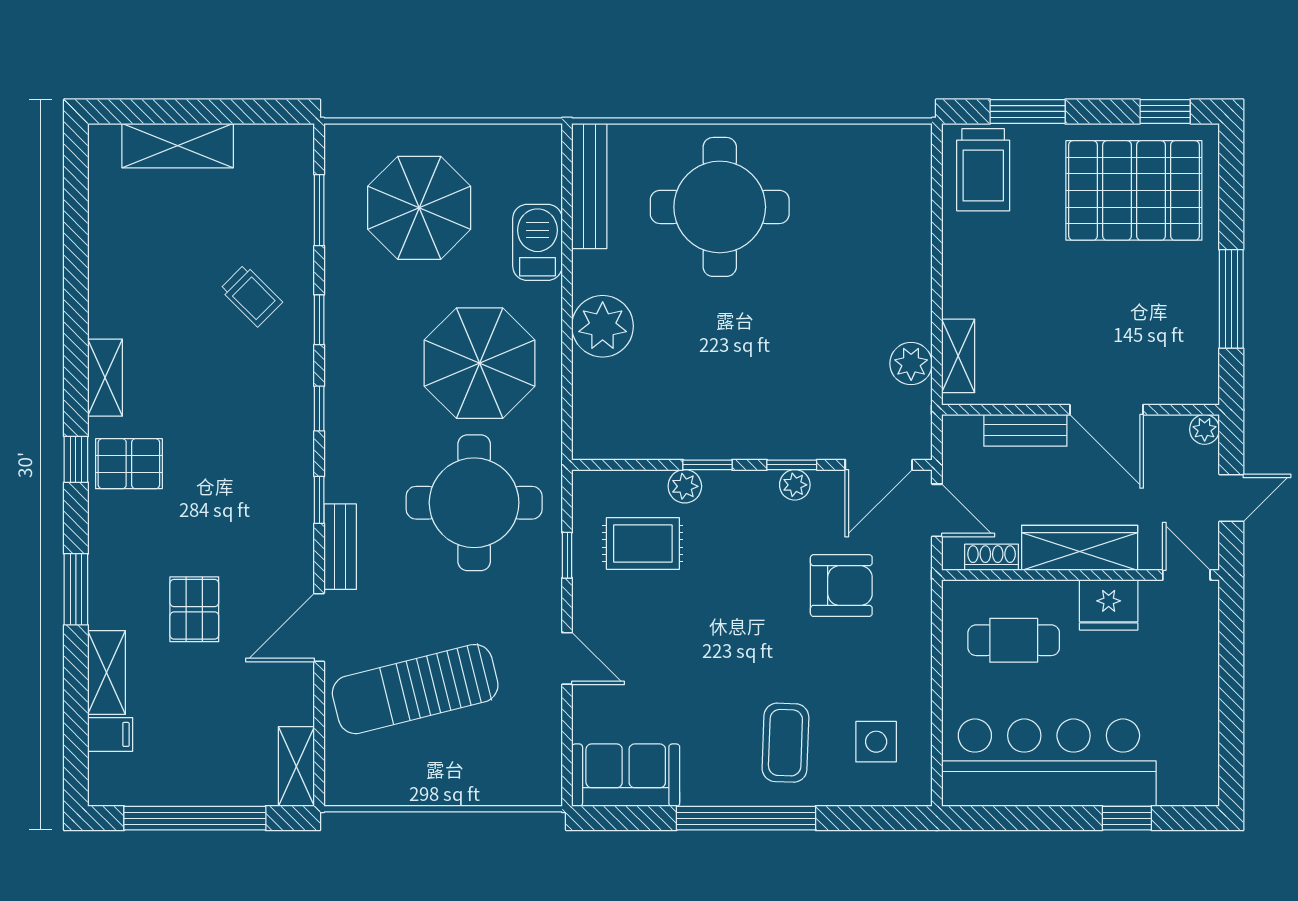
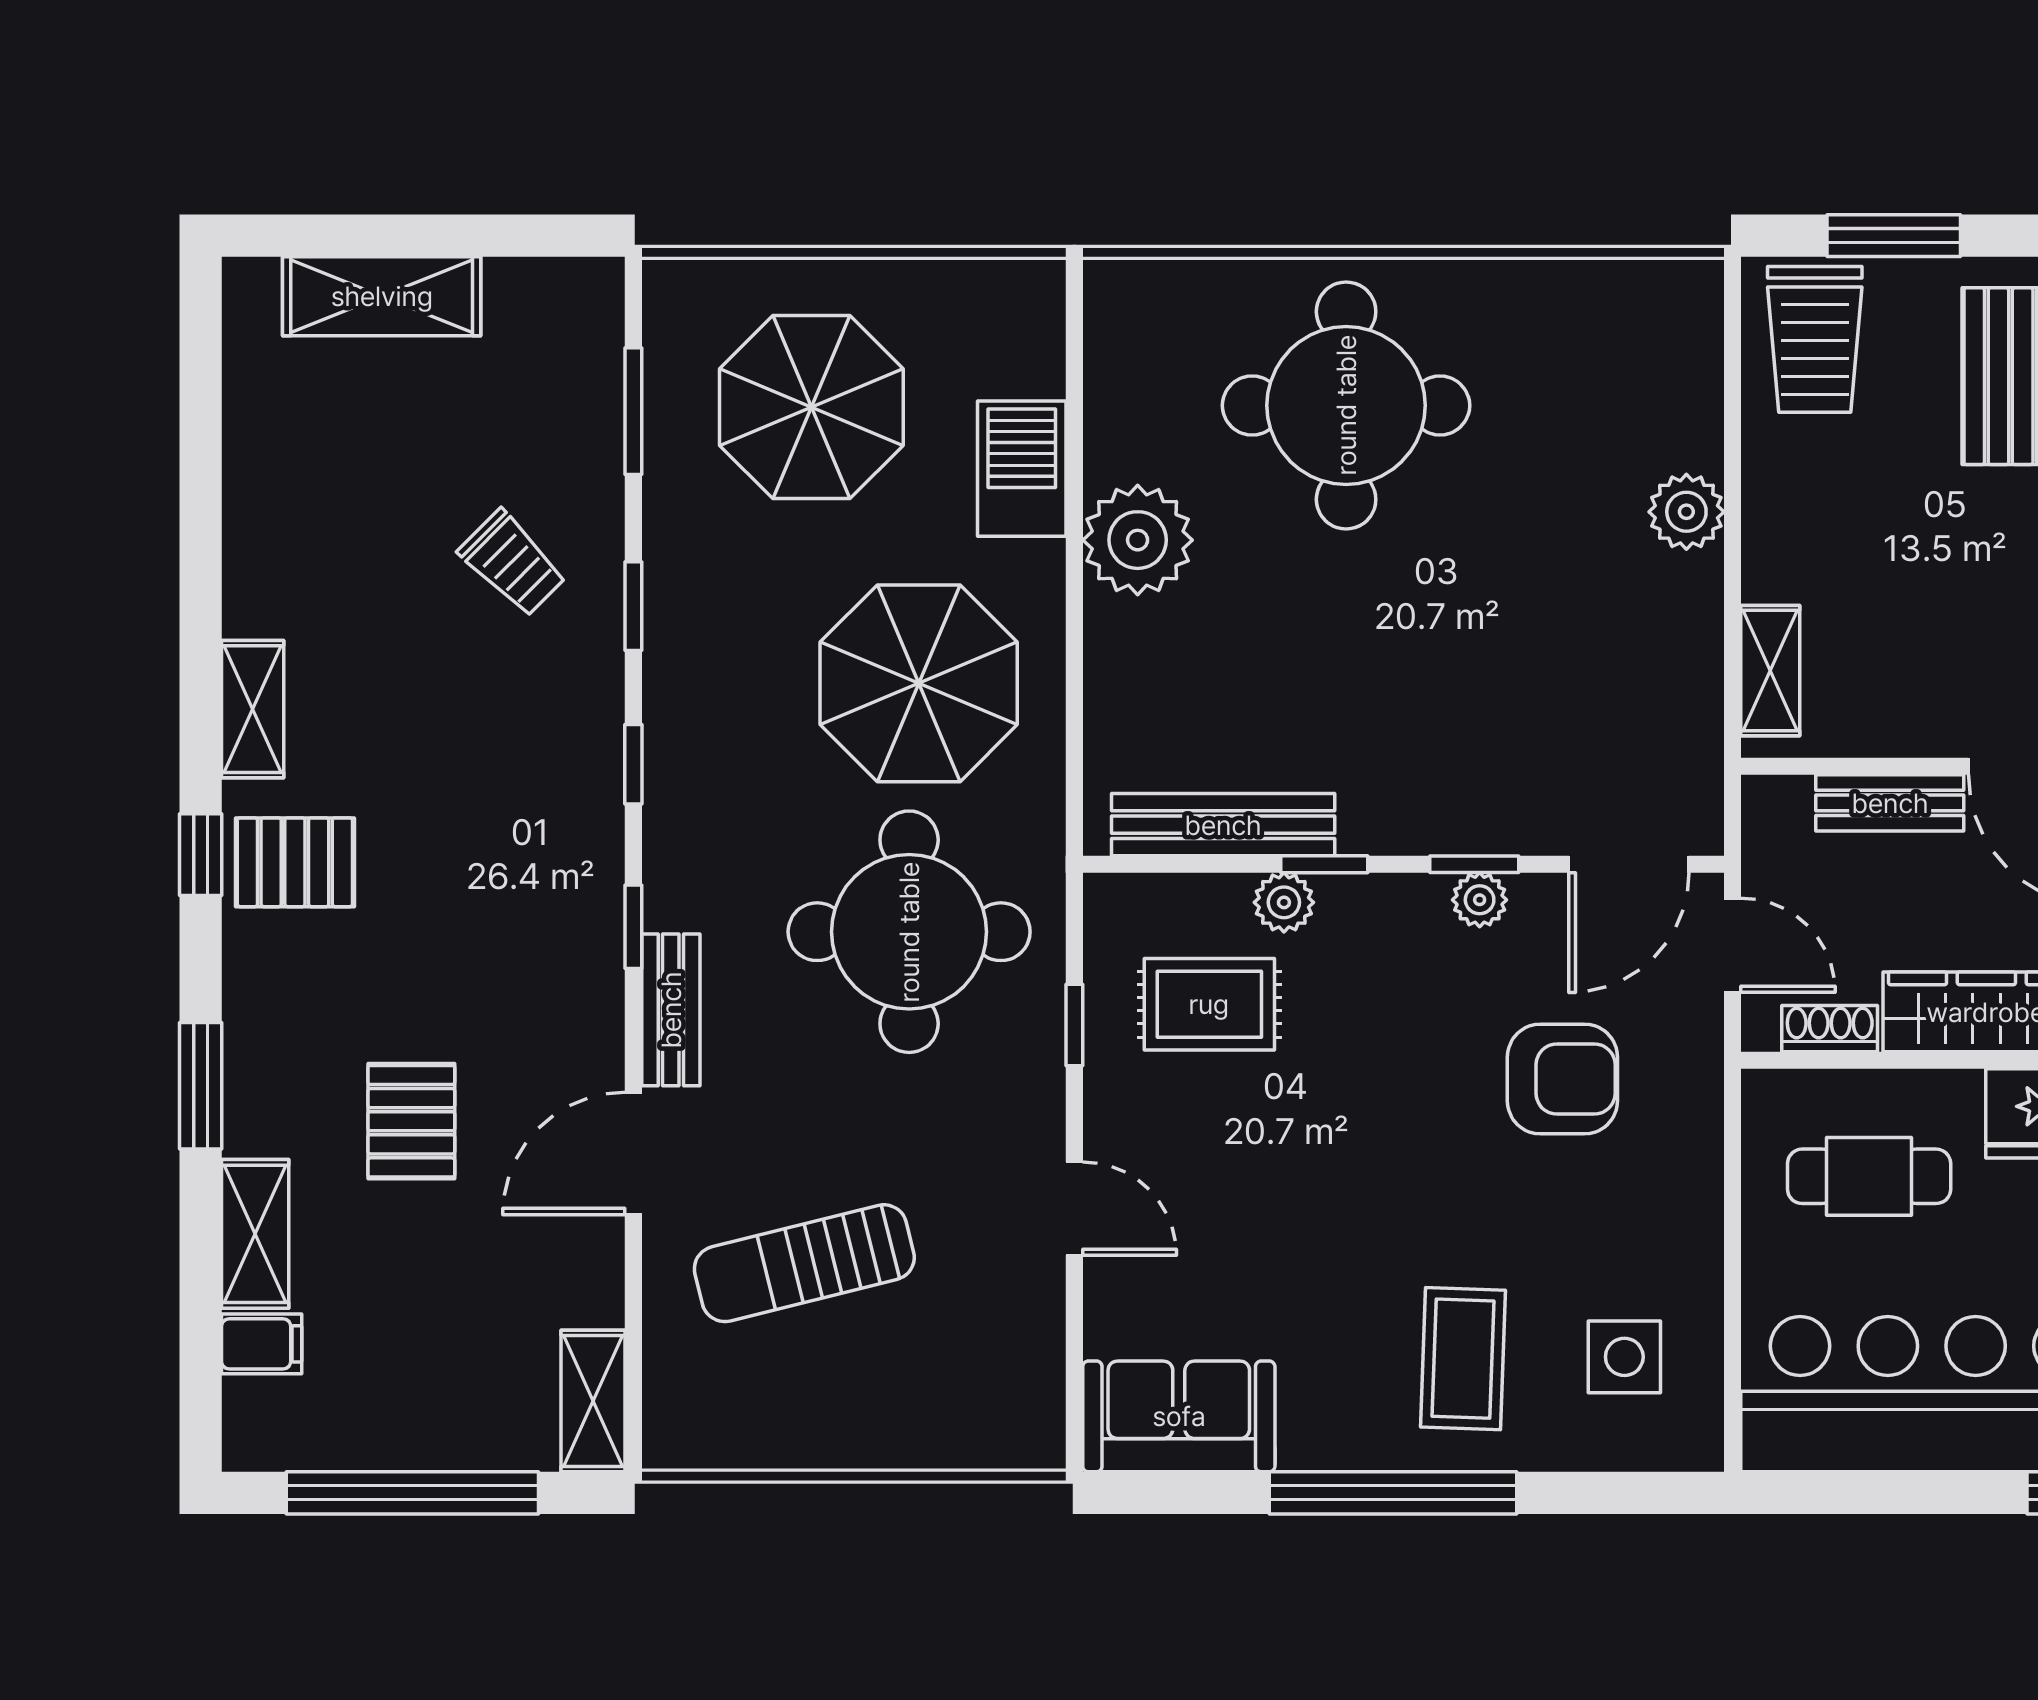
bench: (589, 186) -> (1223, 825), moved, turned 90
plant: (603, 326) -> (1138, 540), moved
plant: (911, 364) -> (1686, 512), moved
sun lounger: (415, 689) -> (804, 1263), width x0.73, depth x0.75

